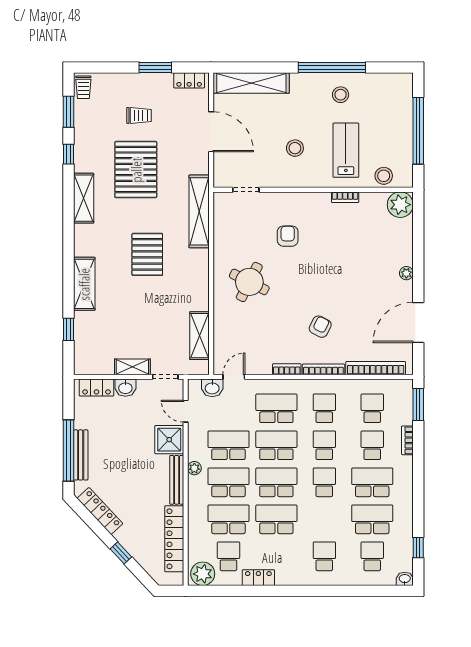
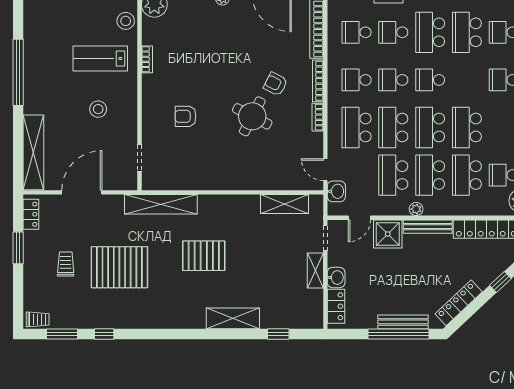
stool: (341, 95) -> (45, 64), removed
shelving: (84, 198) -> (148, 319), removed
round table: (249, 282) -> (252, 116), moved

